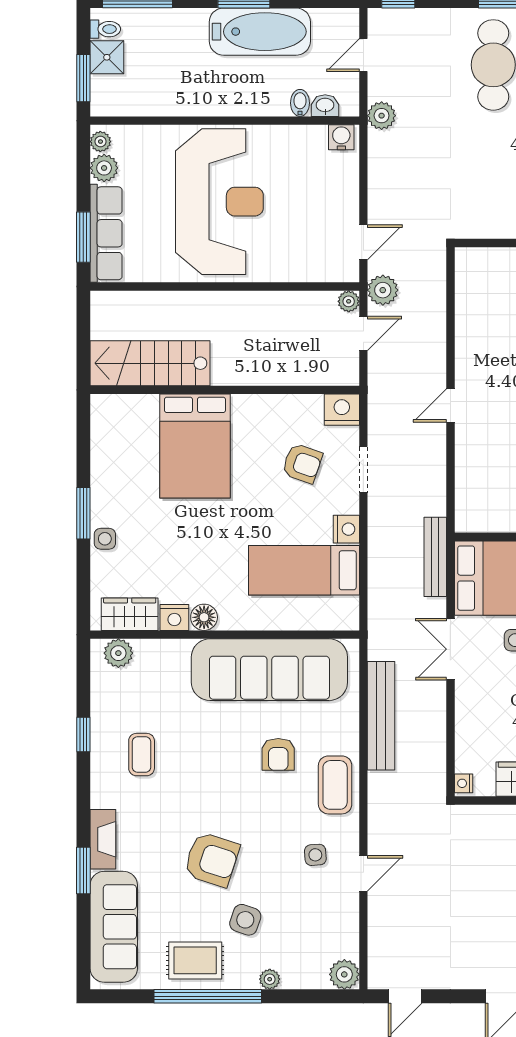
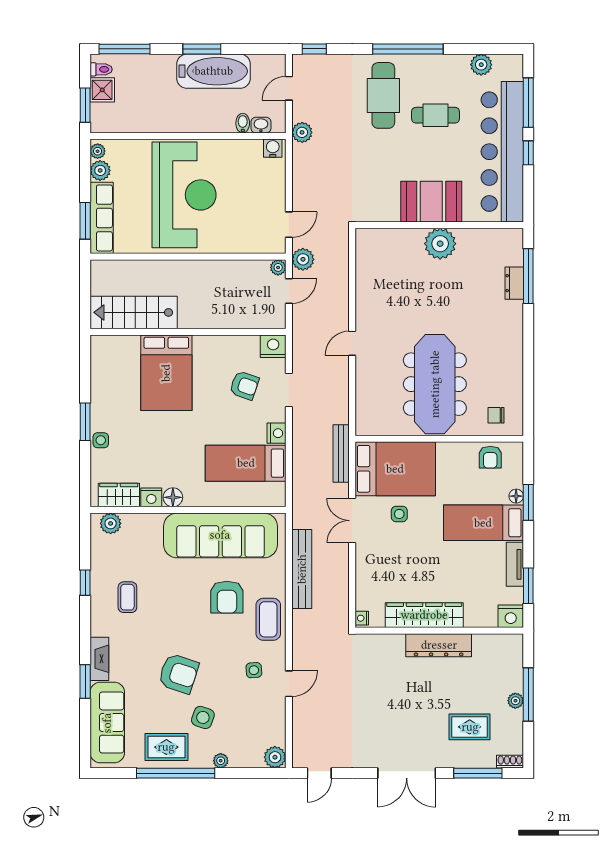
armchair: (278, 754) -> (227, 597), width x1.38, depth x1.38

